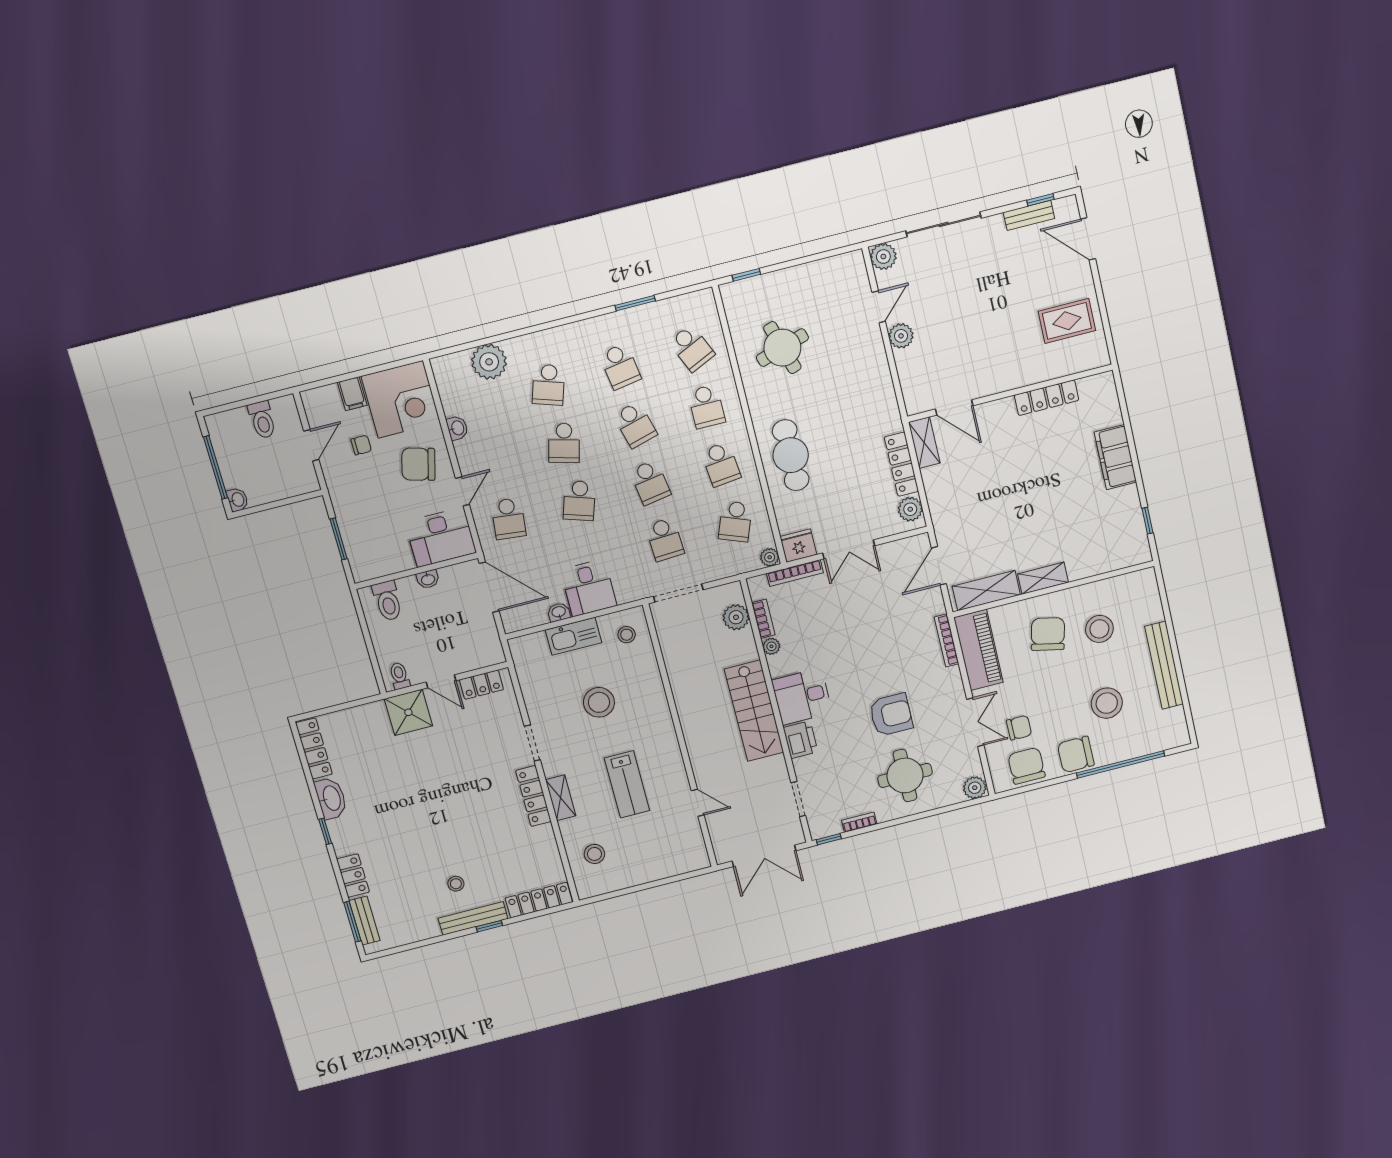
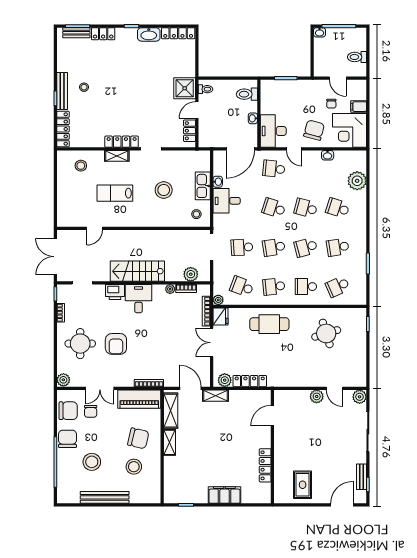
shelving: (924, 443) -> (216, 396), moved

